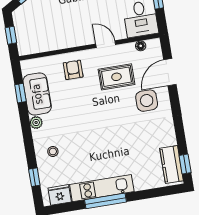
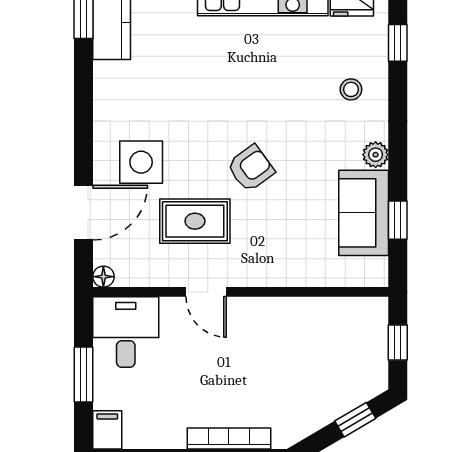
floor lamp: (141, 46) -> (103, 277), moved
armchair: (73, 70) -> (251, 168), moved, turned -126

